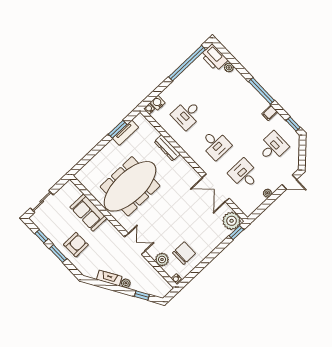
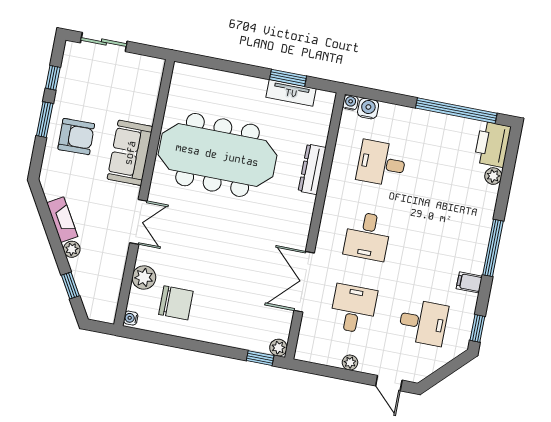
sofa: (88, 213) -> (130, 153), moved
plant: (232, 221) -> (278, 348), width x0.53, depth x0.53

